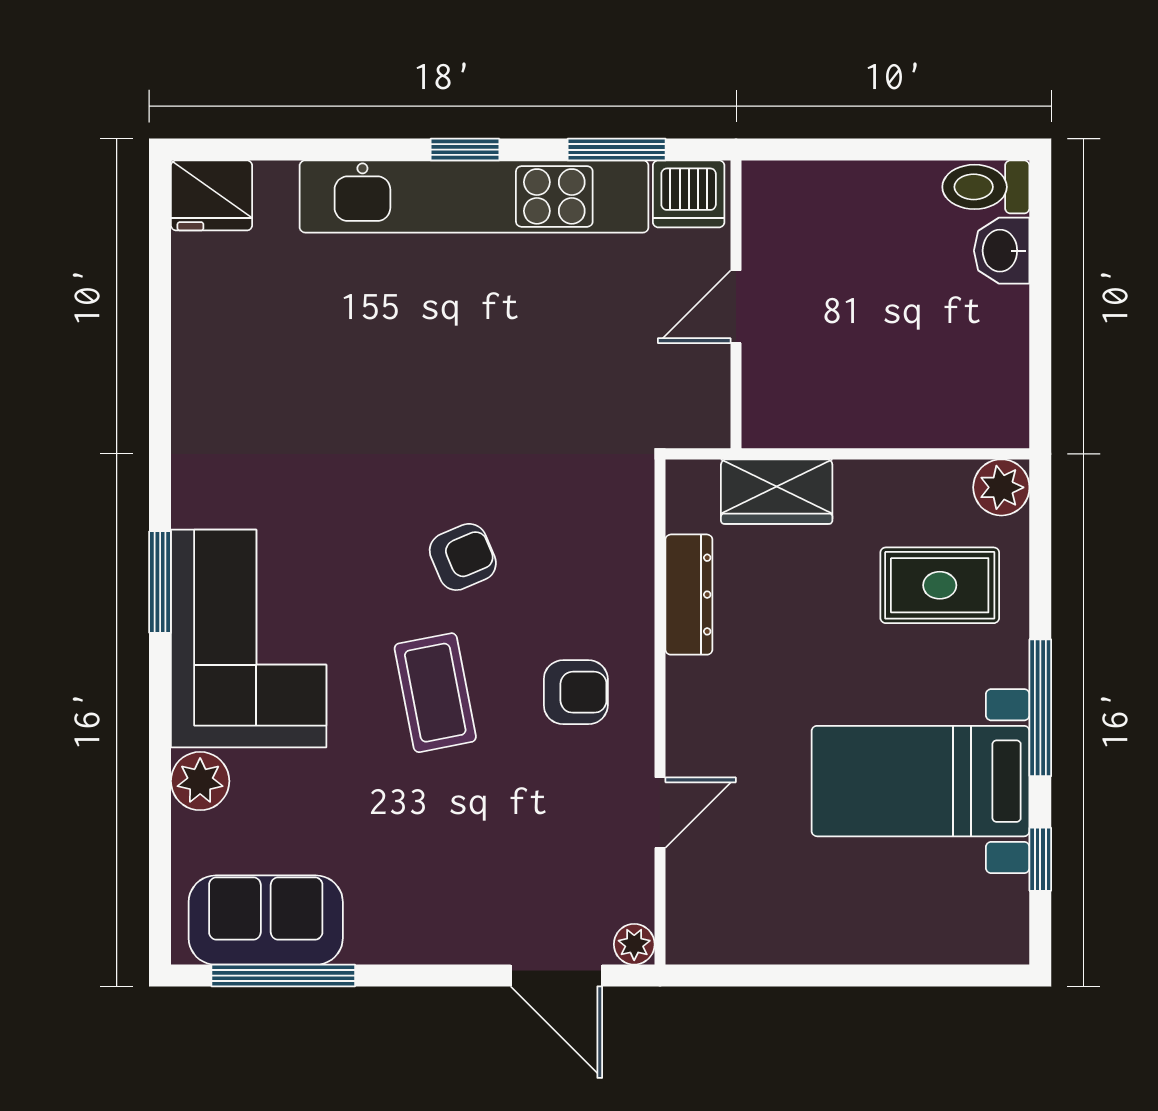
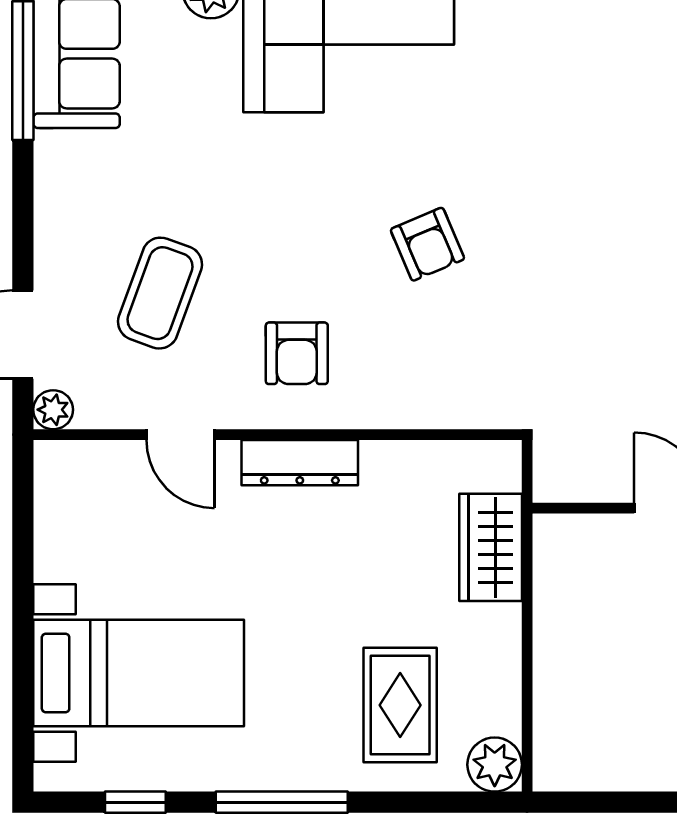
dresser: (689, 595) -> (300, 463), moved
coffee table: (435, 693) -> (160, 293), moved, turned -59
bed with nightstands: (921, 781) -> (139, 673), moved, turned 90

